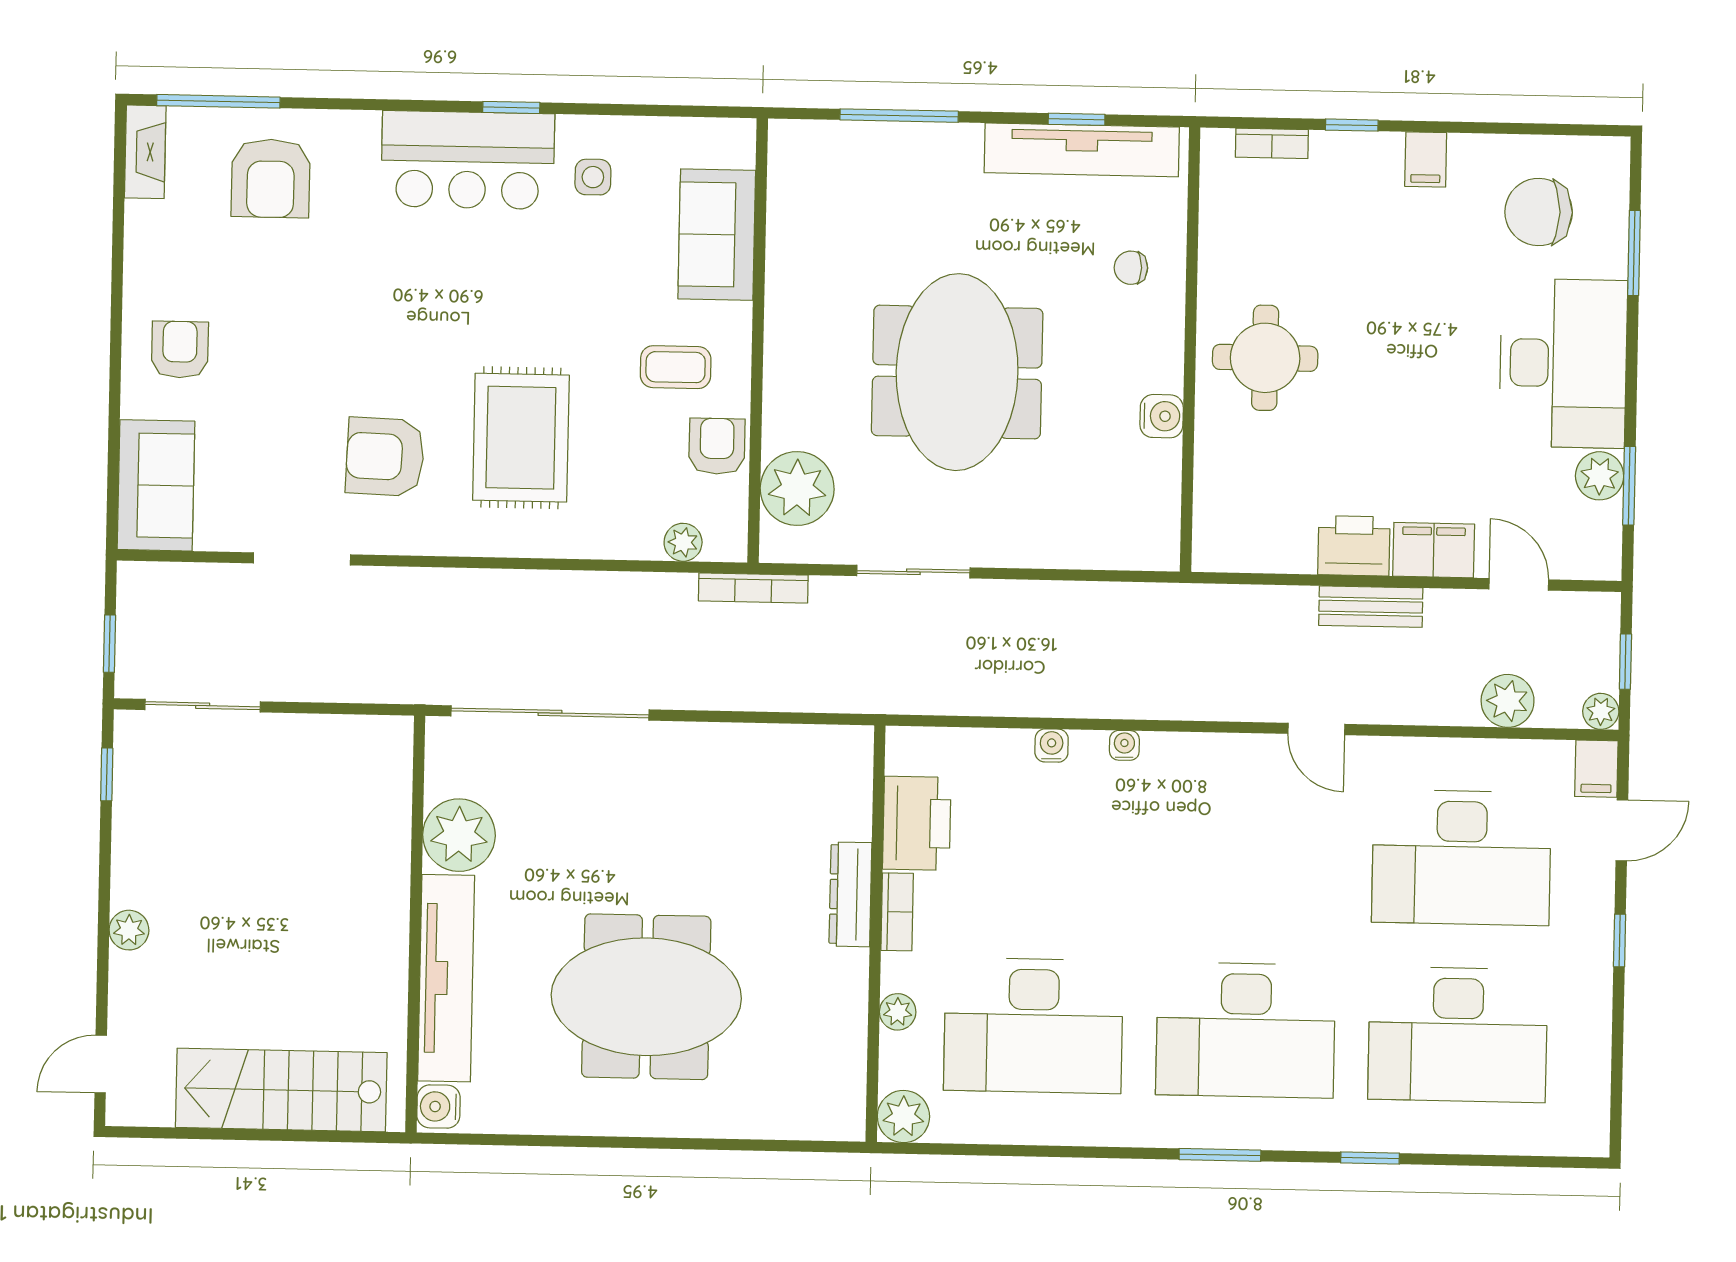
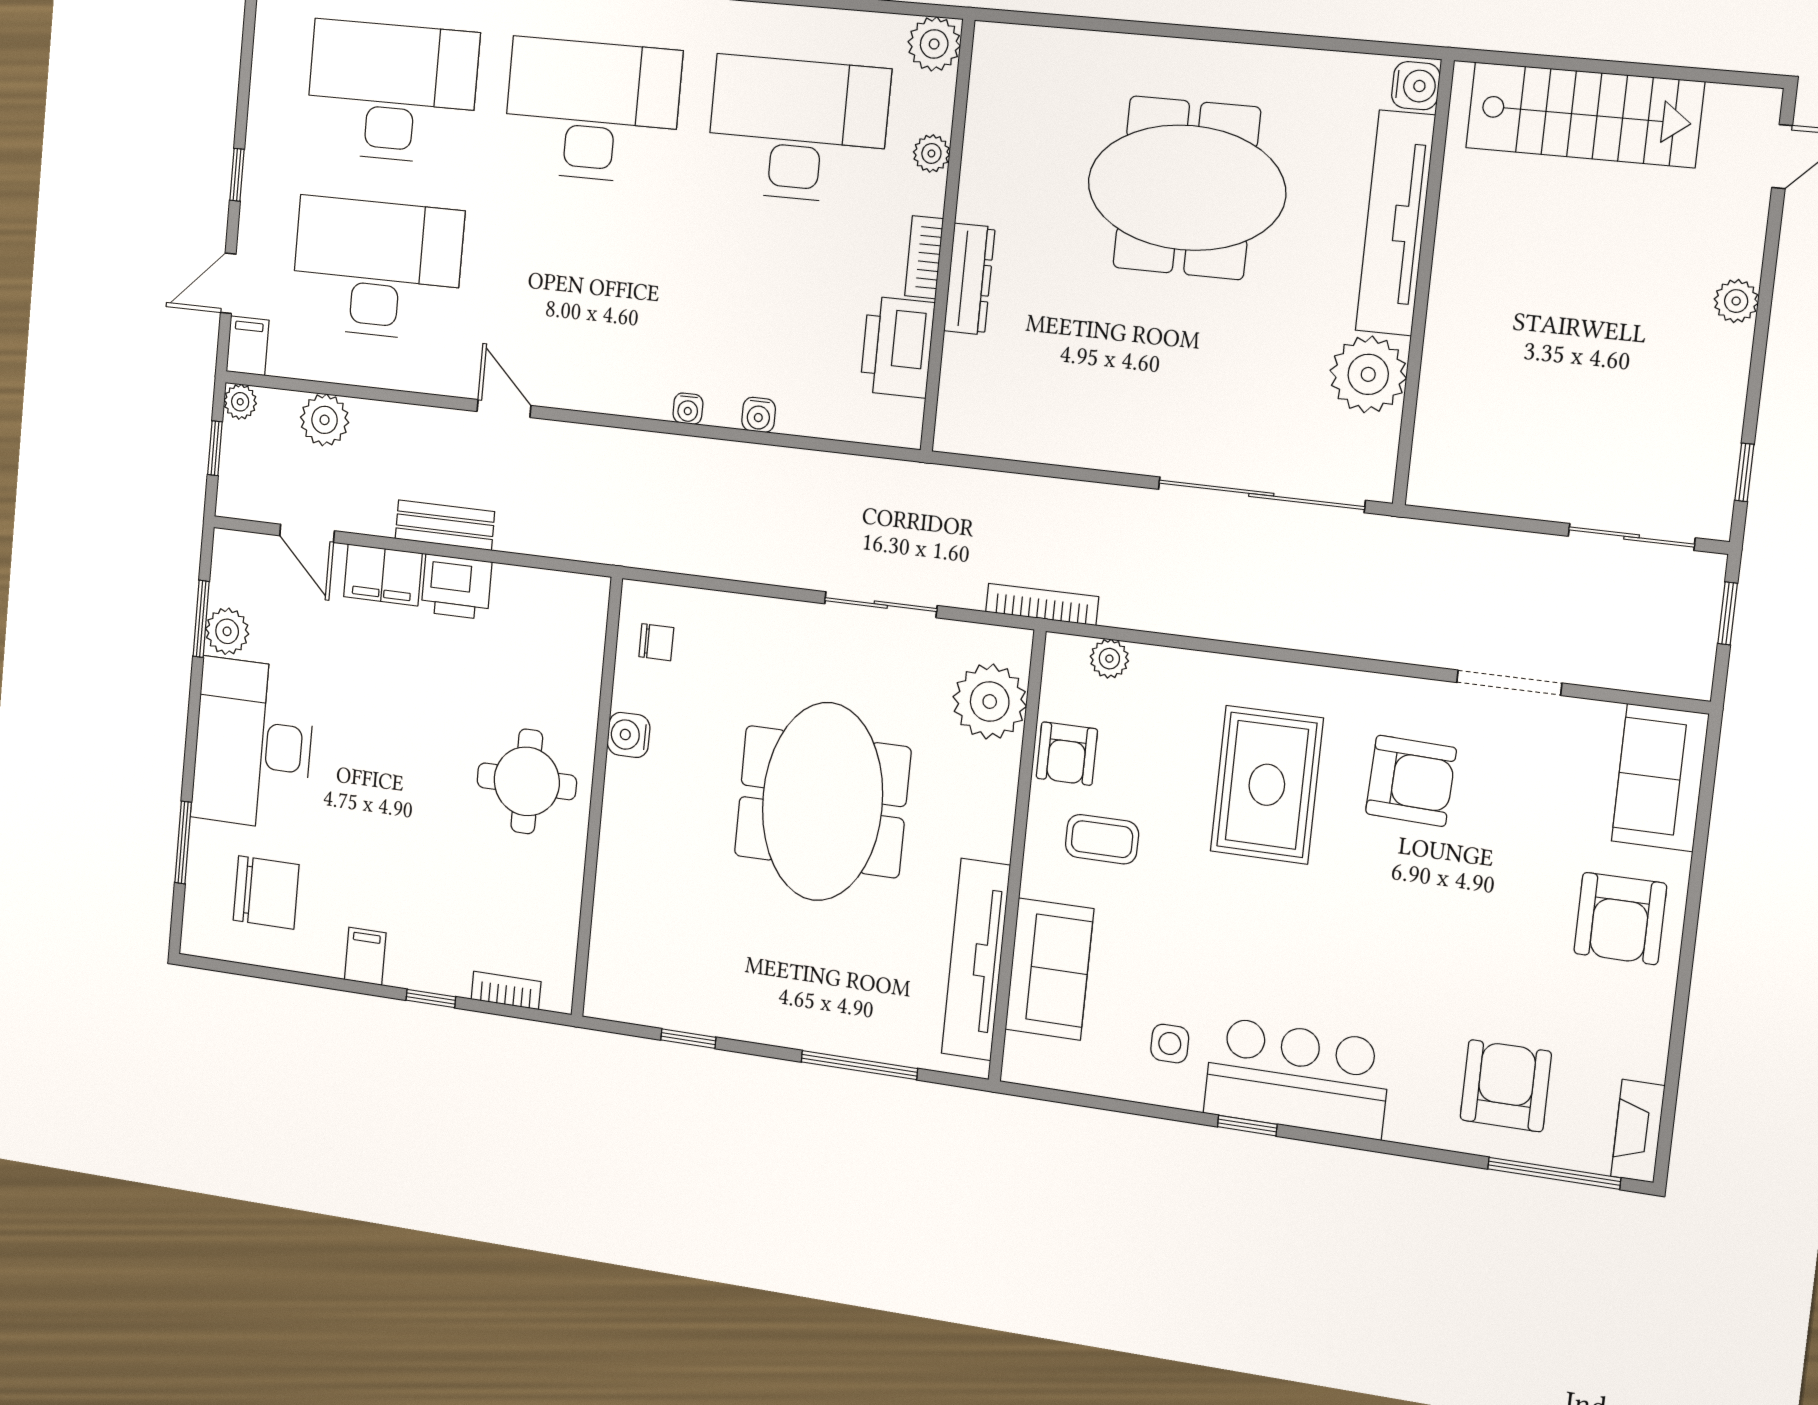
tv unit: (1082, 150) -> (976, 959), moved, turned -90
chair: (1131, 268) -> (656, 642), moved
armchair: (180, 350) -> (1620, 919), width x1.38, depth x1.38

